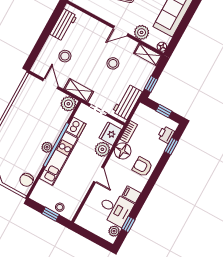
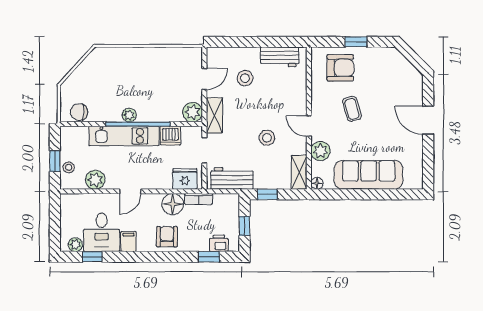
plant: (102, 149) -> (95, 180), moved

